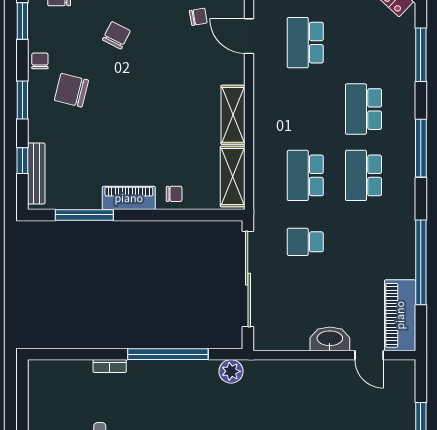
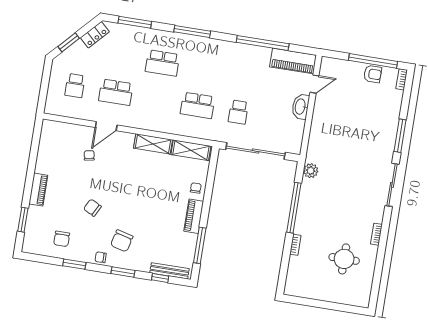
school desk: (363, 175) -> (203, 70), removed

